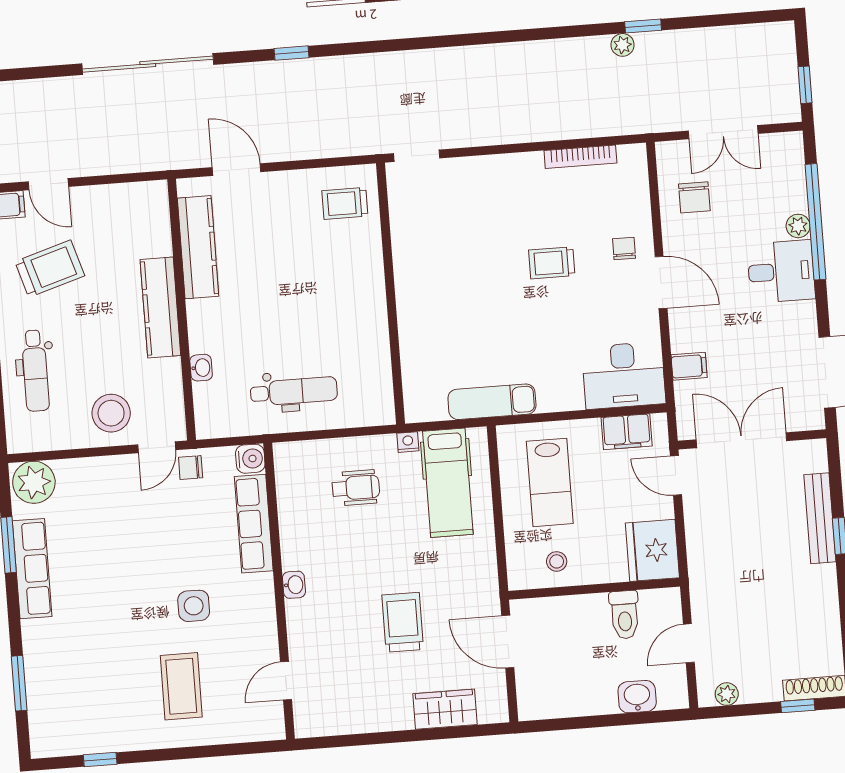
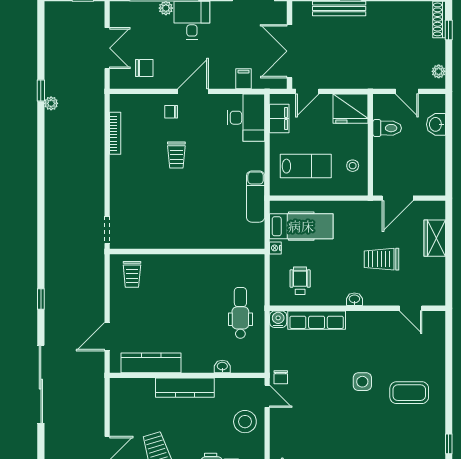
water cooler: (250, 459) -> (278, 319), moved
row of seats: (254, 524) -> (317, 320), moved
washbasin: (294, 585) -> (354, 299), moved
wall: (279, 591) -> (358, 308), moved
door: (286, 681) -> (411, 308), moved

